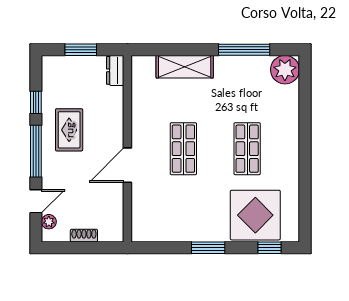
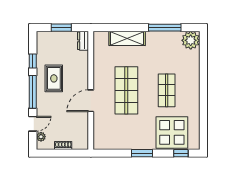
shop shelf: (183, 149) -> (126, 90), width x1.43, depth x1.36

